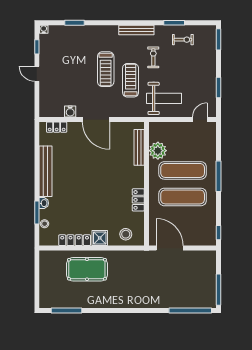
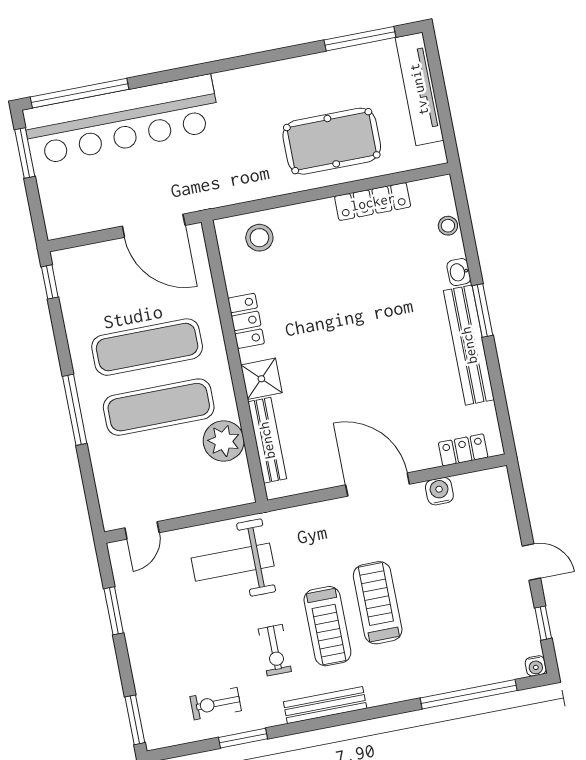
window: (75, 23) -> (469, 694), width x2.11
treadmill: (131, 80) -> (327, 626), moved
window: (37, 212) -> (482, 311), moved
shower: (100, 238) -> (261, 379), moved
tv unit: (45, 284) -> (419, 89), added
window: (219, 290) -> (25, 153), width x0.69
bar counter: (175, 296) -> (122, 120), added

